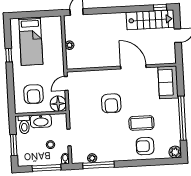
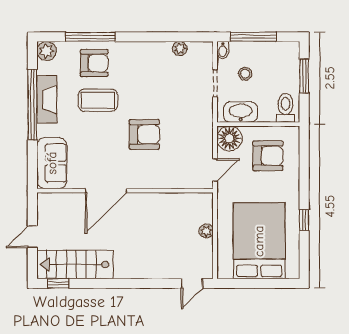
bed: (31, 41) -> (259, 241), width x1.50
door: (133, 67) -> (106, 191), hinge flipped
armchair: (34, 94) -> (268, 156), turned 90
armchair: (111, 103) -> (144, 134), turned 90
washbasin: (41, 121) -> (241, 112), moved
fireplace: (173, 122) -> (47, 99), added
window: (98, 165) -> (90, 37), moved

